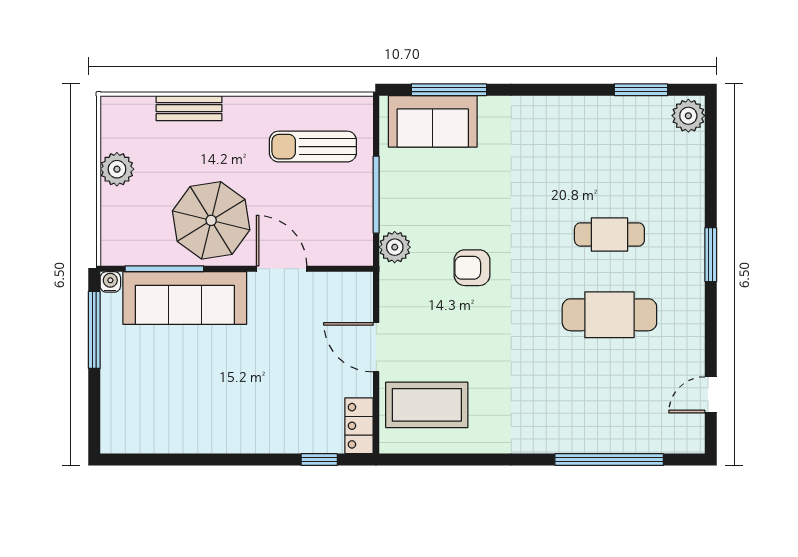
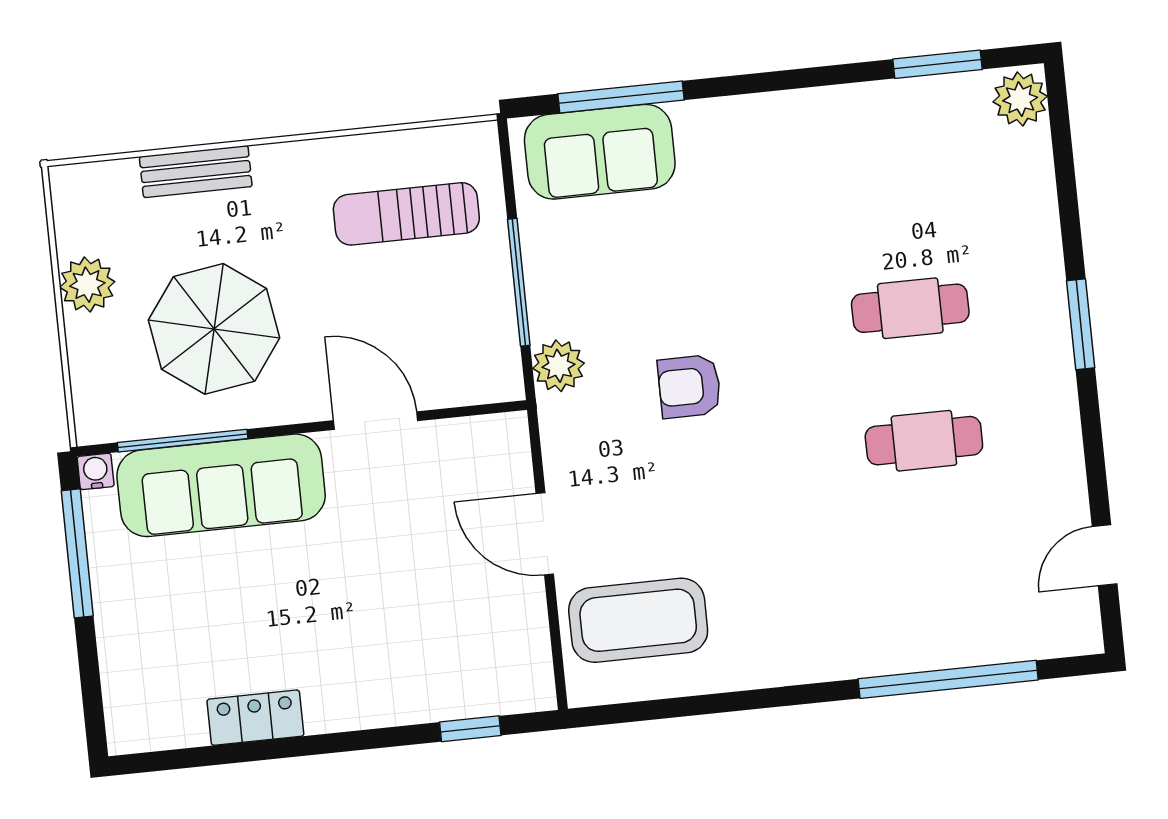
parasol: (211, 220) -> (214, 329), moved
cafe table: (609, 315) -> (924, 441), width x0.73, depth x0.74
locker: (359, 426) -> (255, 718), moved, turned 90

